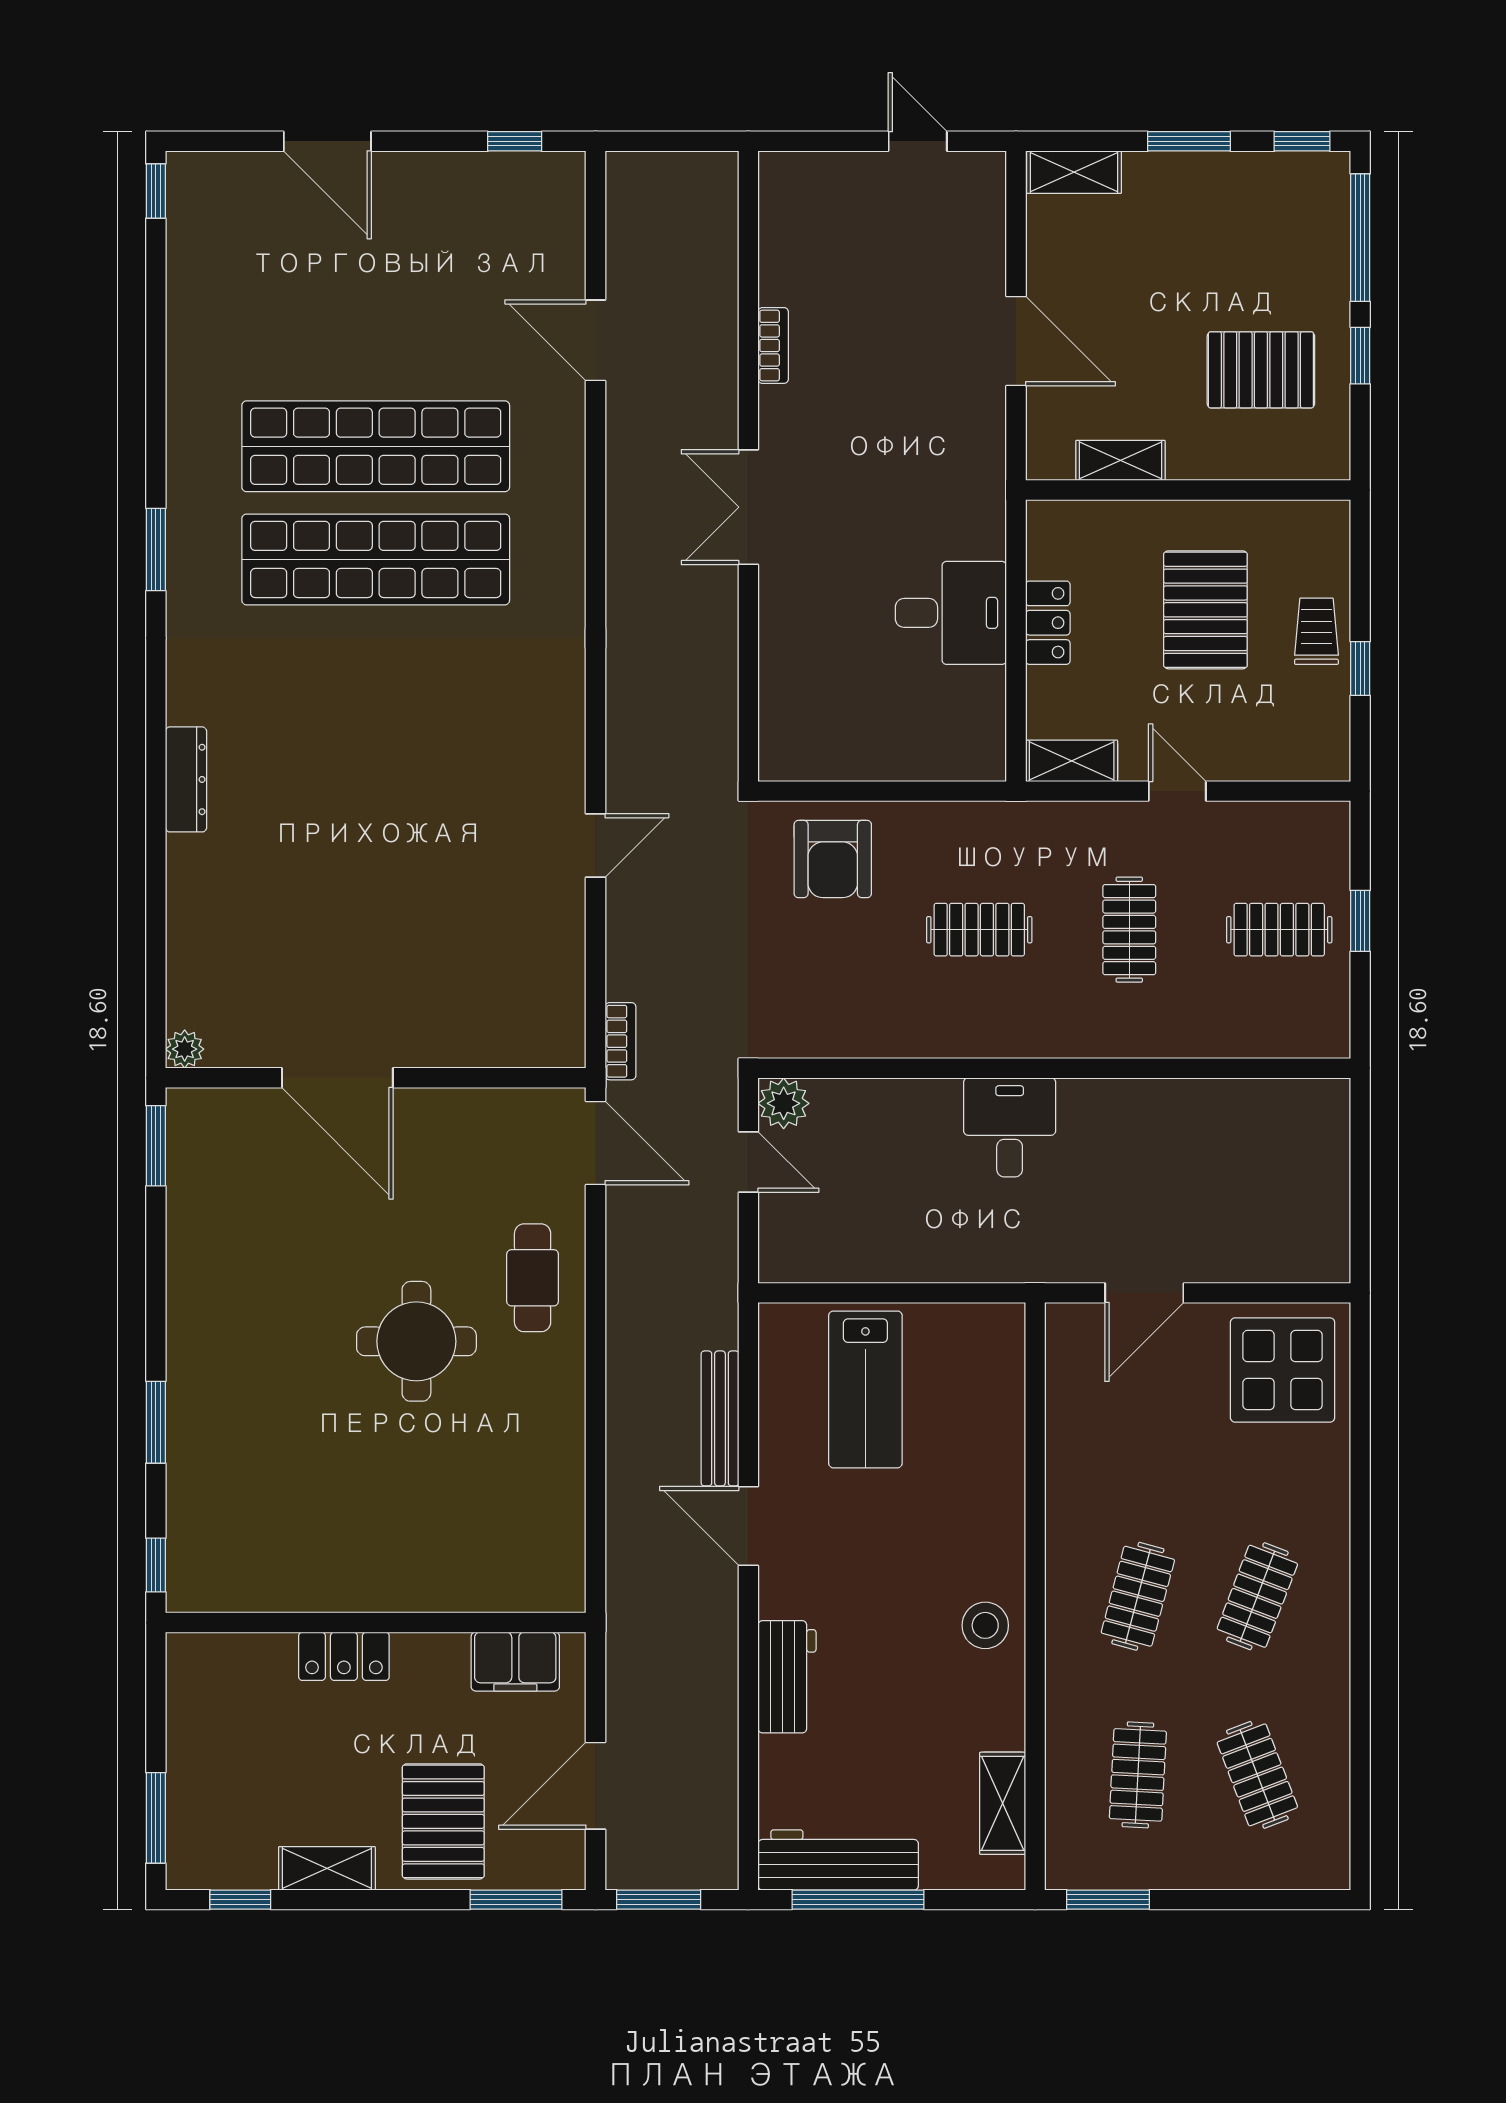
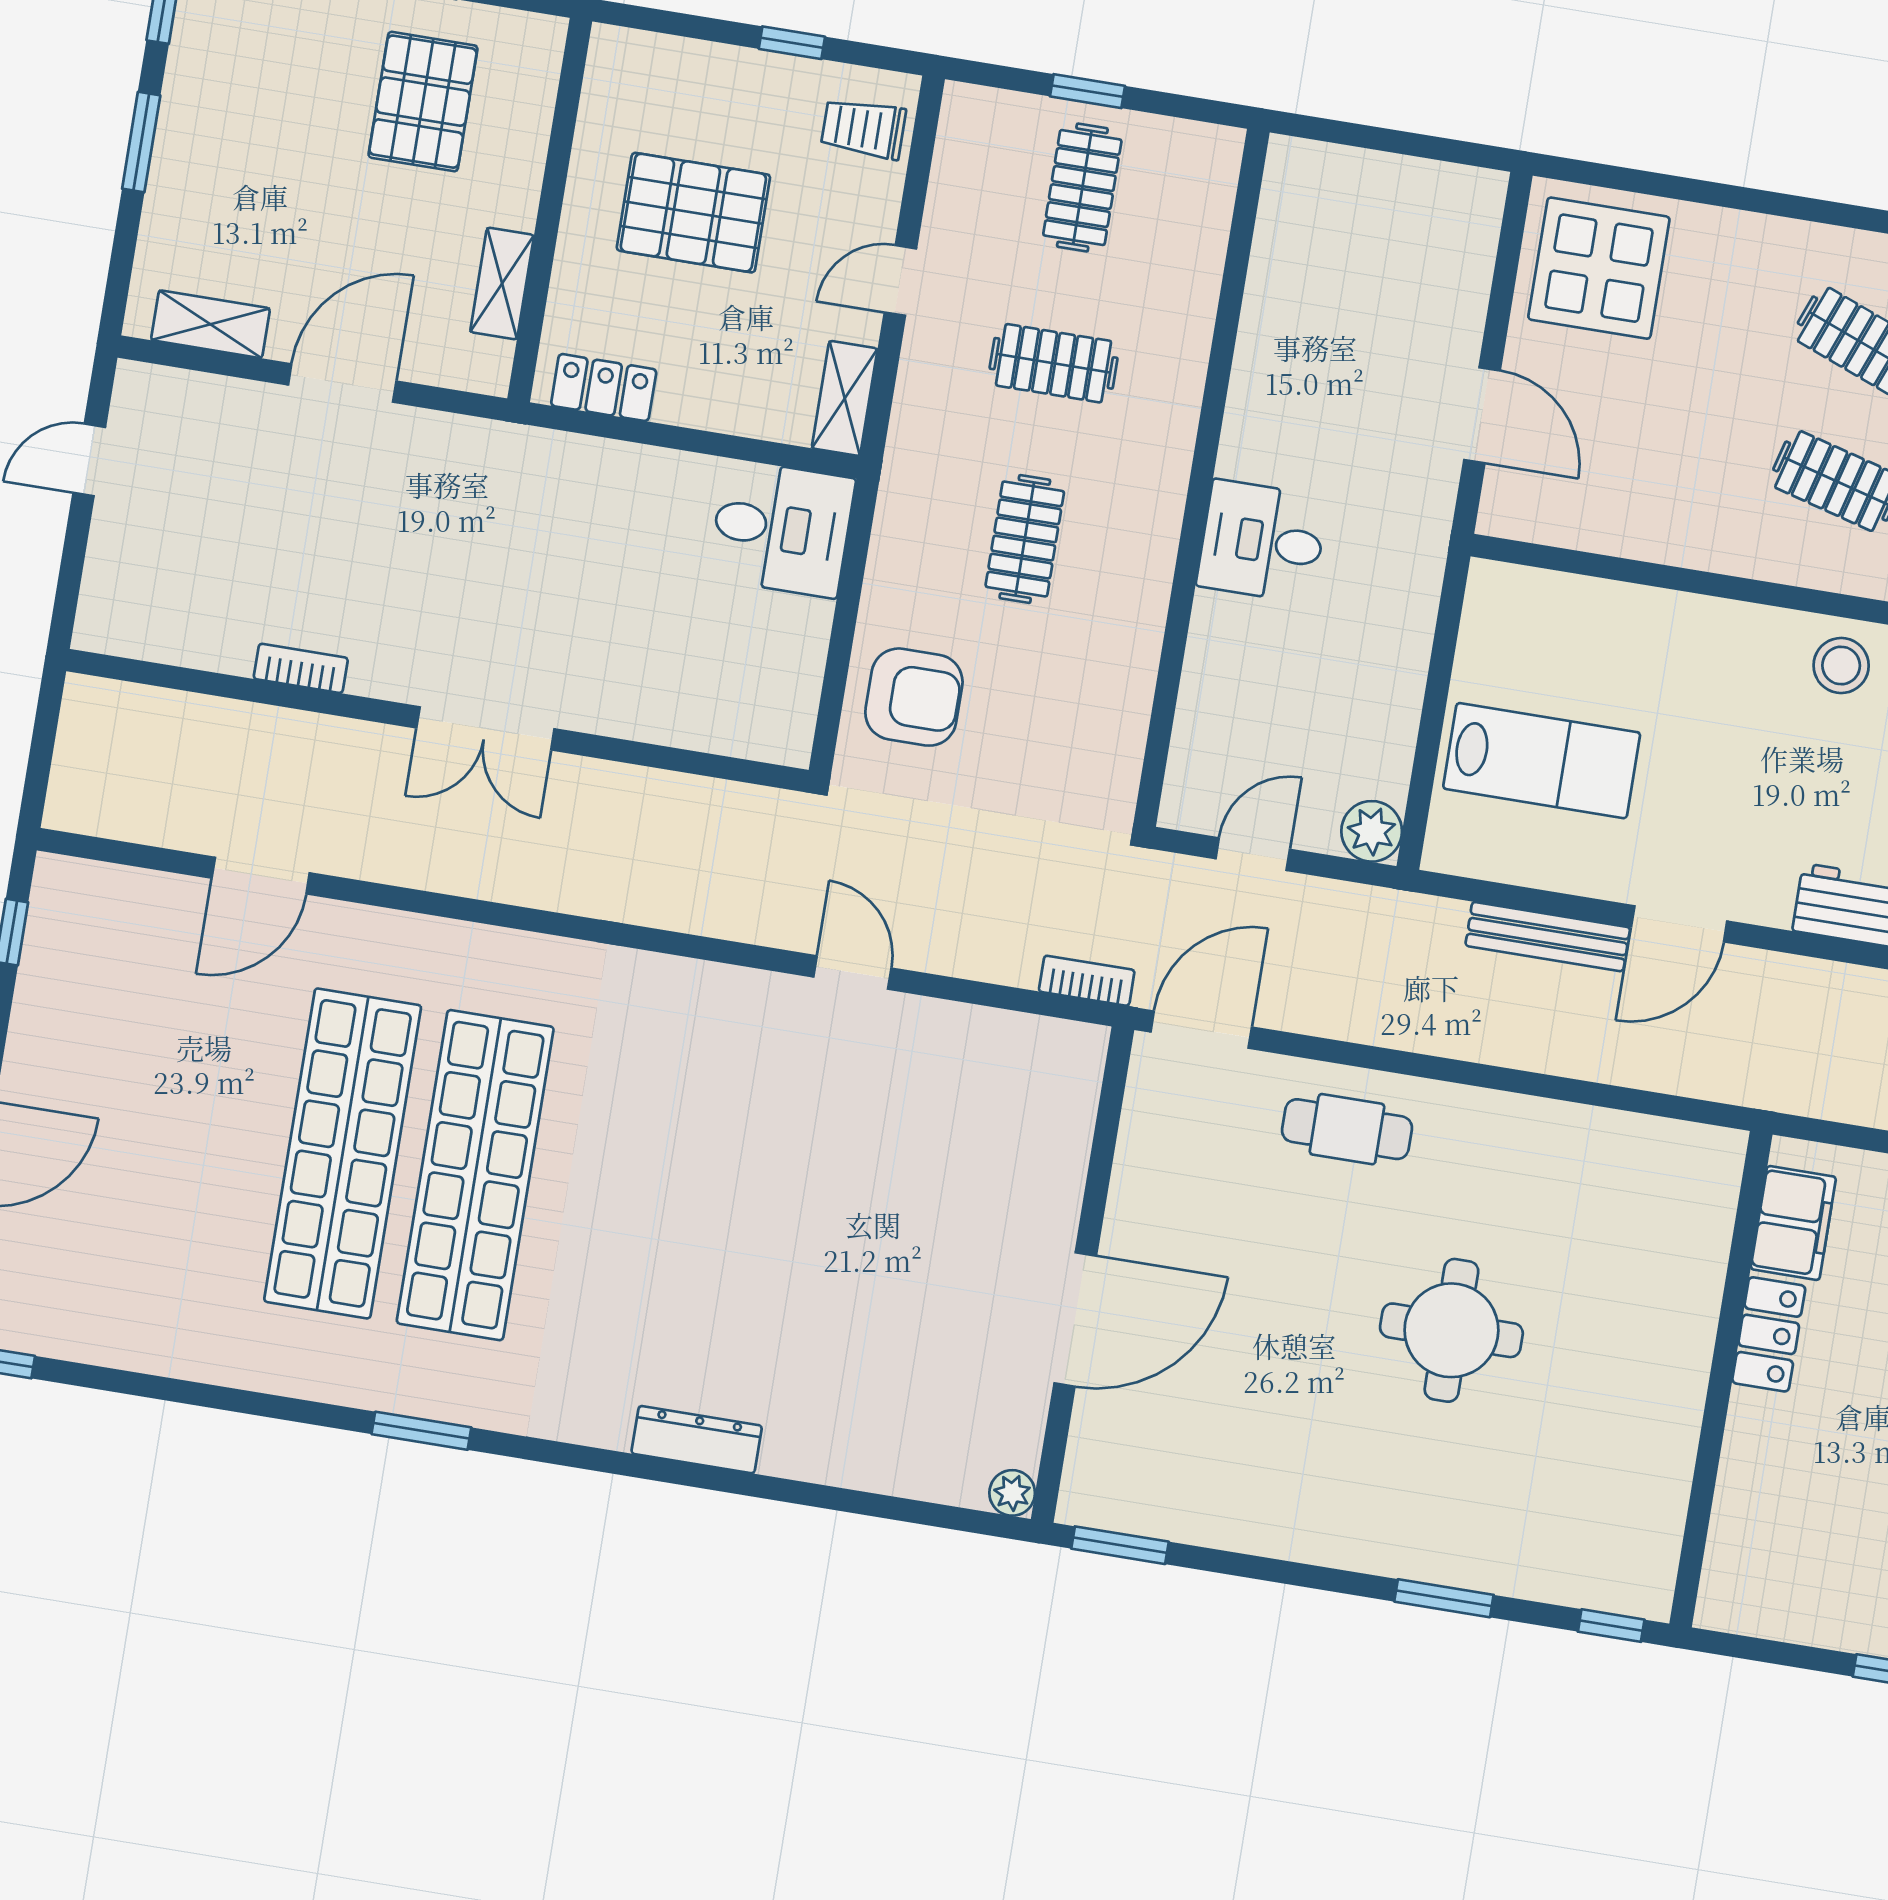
shelving: (1074, 172) -> (210, 324), moved, turned 90
desk: (951, 613) -> (781, 528), moved, turned 90
locker: (1048, 623) -> (604, 388), moved
trolley: (1316, 631) -> (864, 129), moved
plant: (784, 1103) -> (1372, 831), moved
round table: (416, 1341) -> (1451, 1330), moved
locker: (344, 1656) -> (1769, 1334), moved

